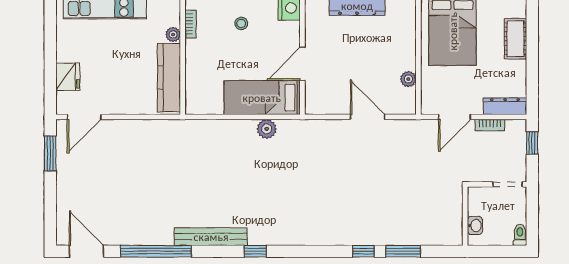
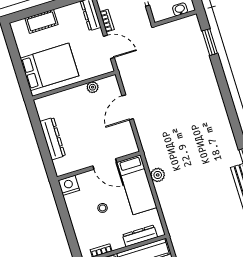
stool: (241, 23) -> (103, 208), moved
dresser: (194, 81) -> (140, 236), added
window: (363, 251) -> (222, 81), removed
window: (403, 251) -> (210, 42), moved

